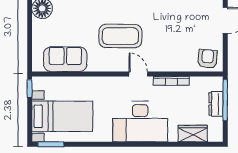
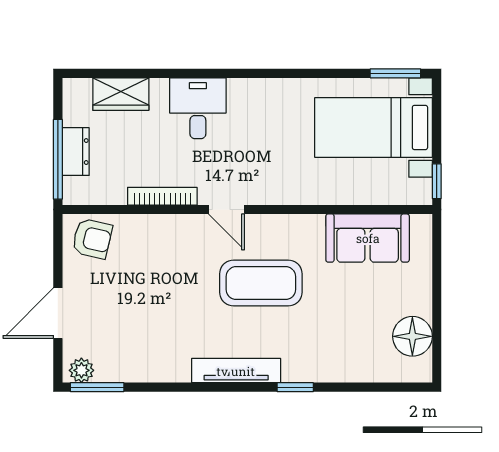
armchair: (208, 59) -> (92, 239), turned -82
desk: (140, 122) -> (198, 108), width x0.53, depth x0.77

